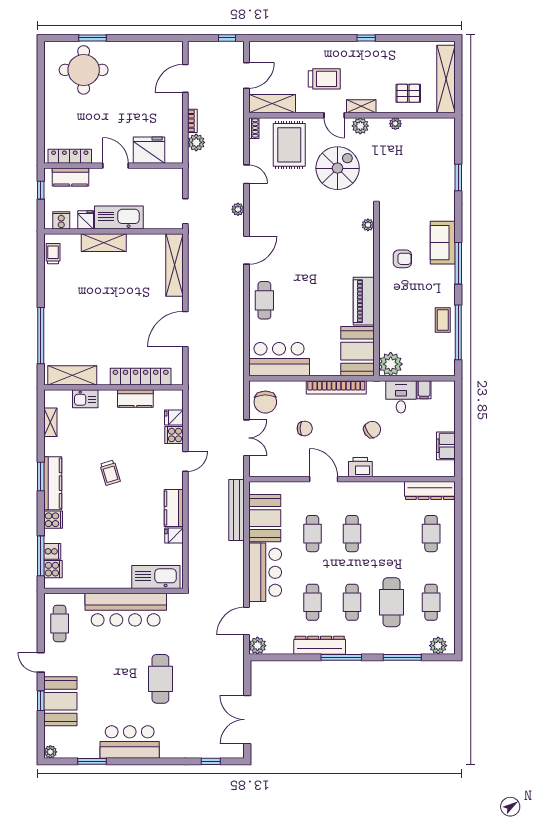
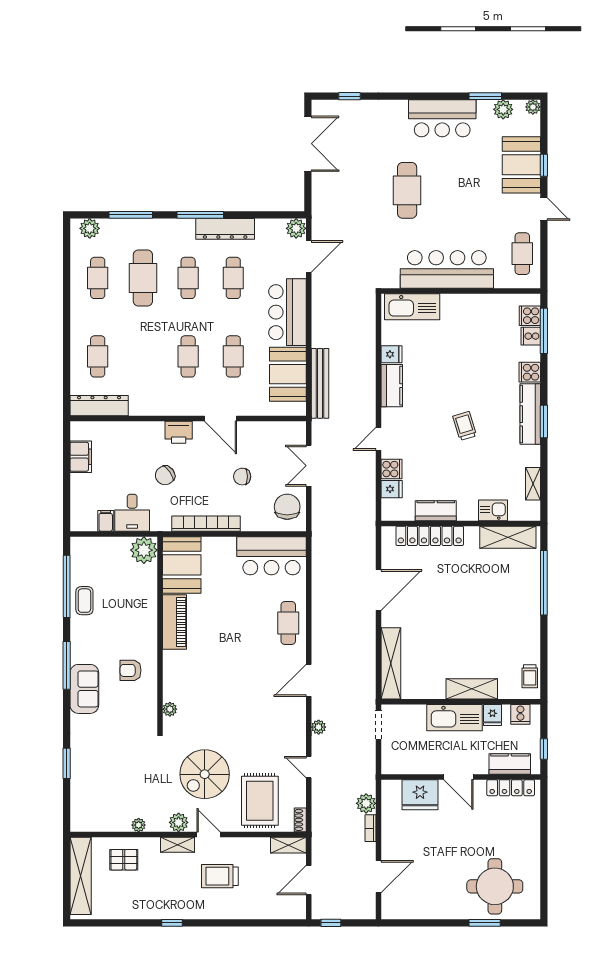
shelving: (272, 104) -> (288, 845), width x0.67, depth x0.75
plant: (76, 750) -> (503, 109), added

